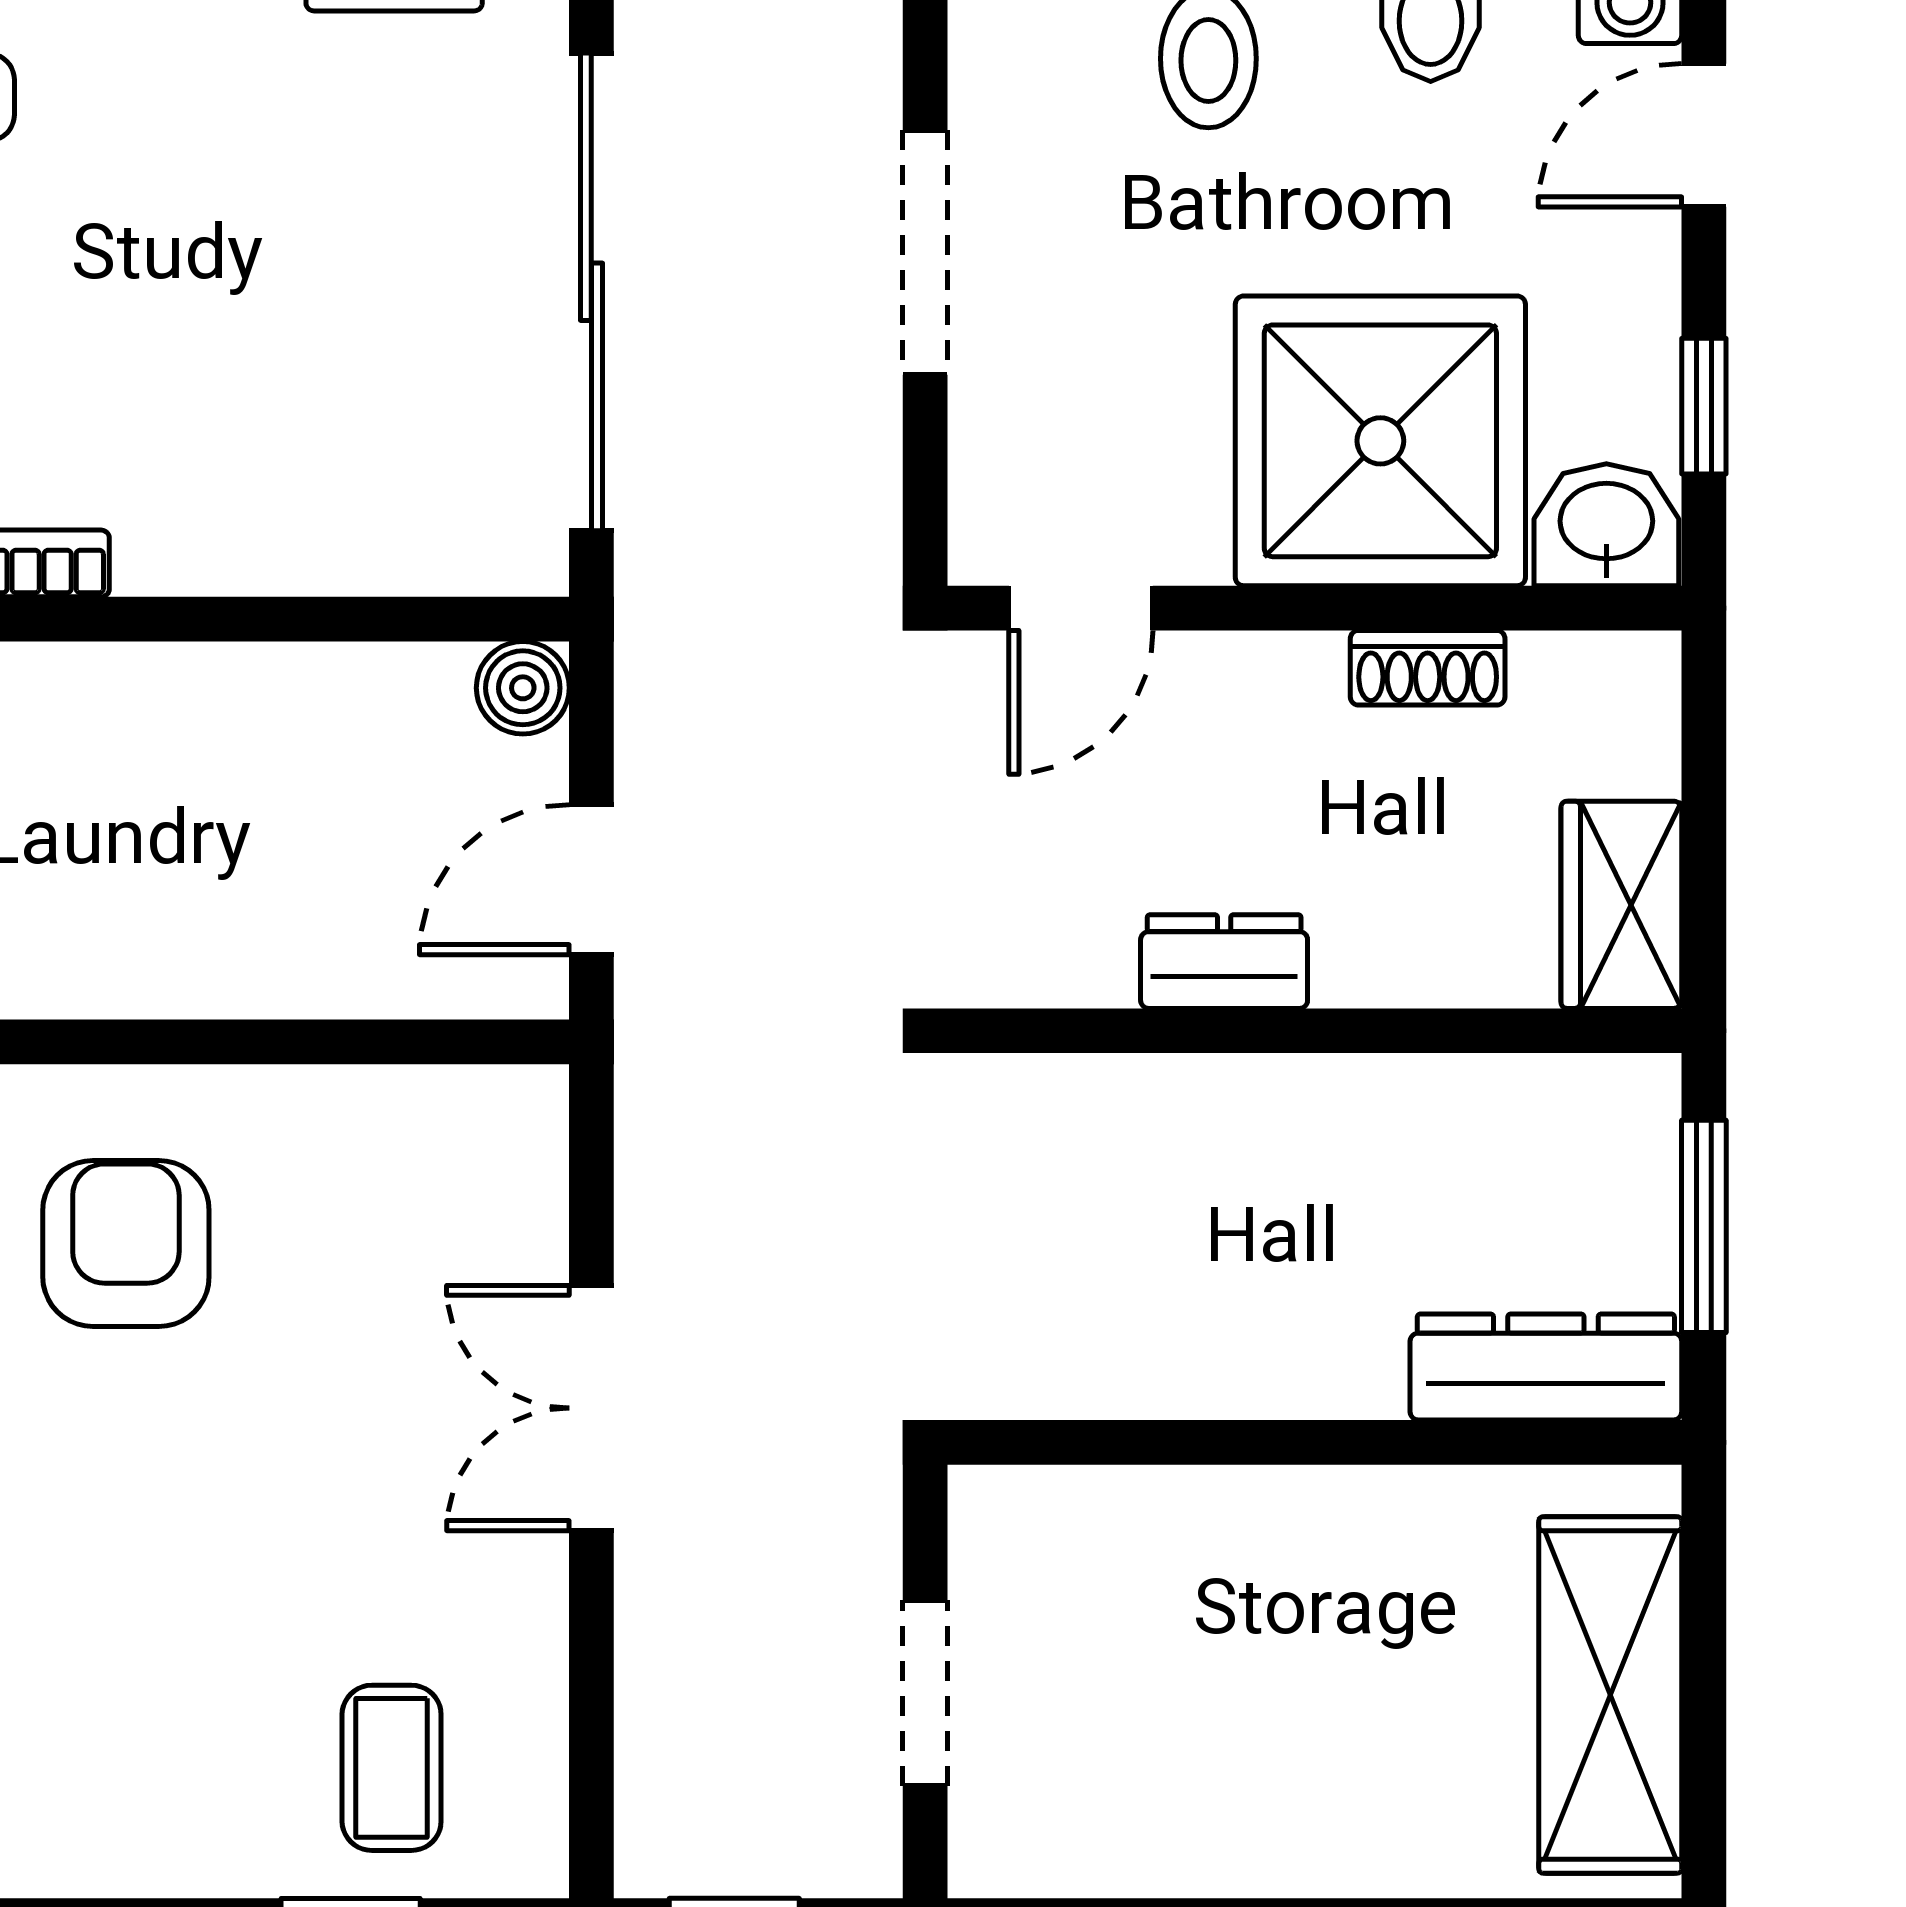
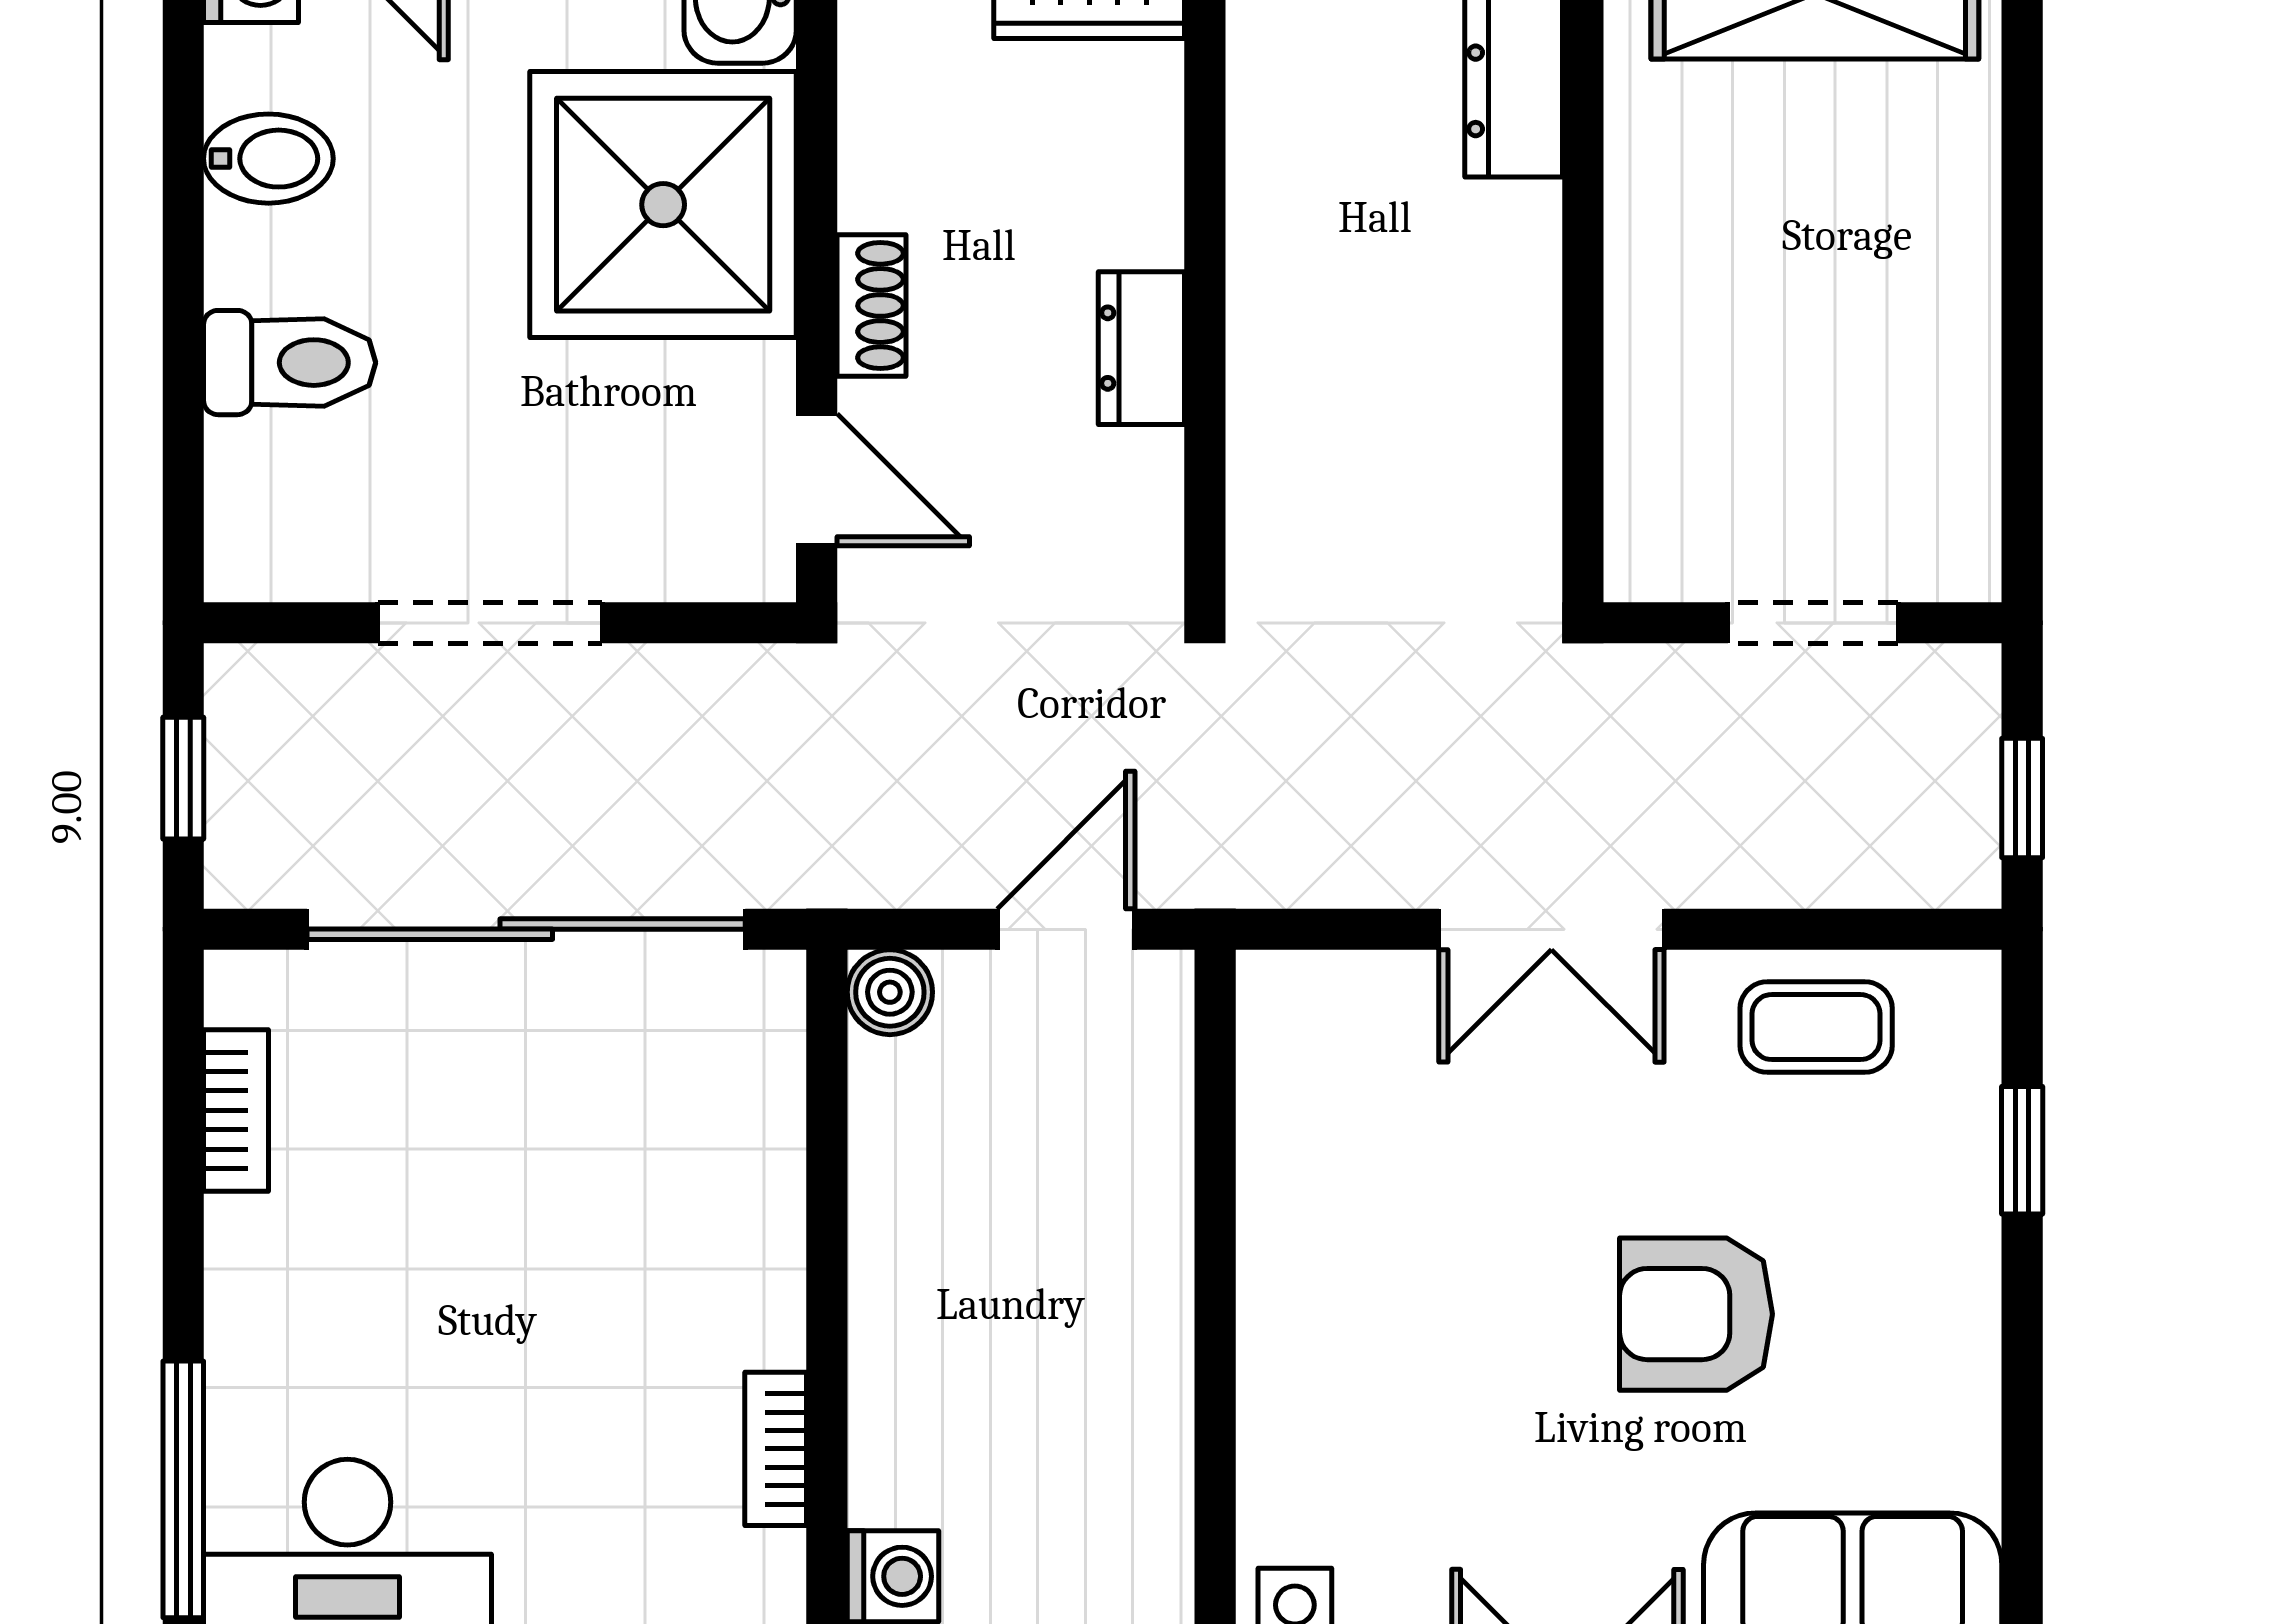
shoe rack: (1428, 668) -> (871, 305), moved
door: (591, 880) -> (1066, 929), swing flipped
armchair: (126, 1244) -> (1696, 1314), moved
coffee table: (392, 1768) -> (1816, 1027), moved

